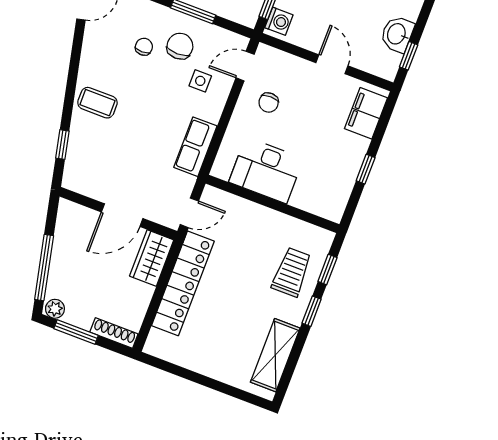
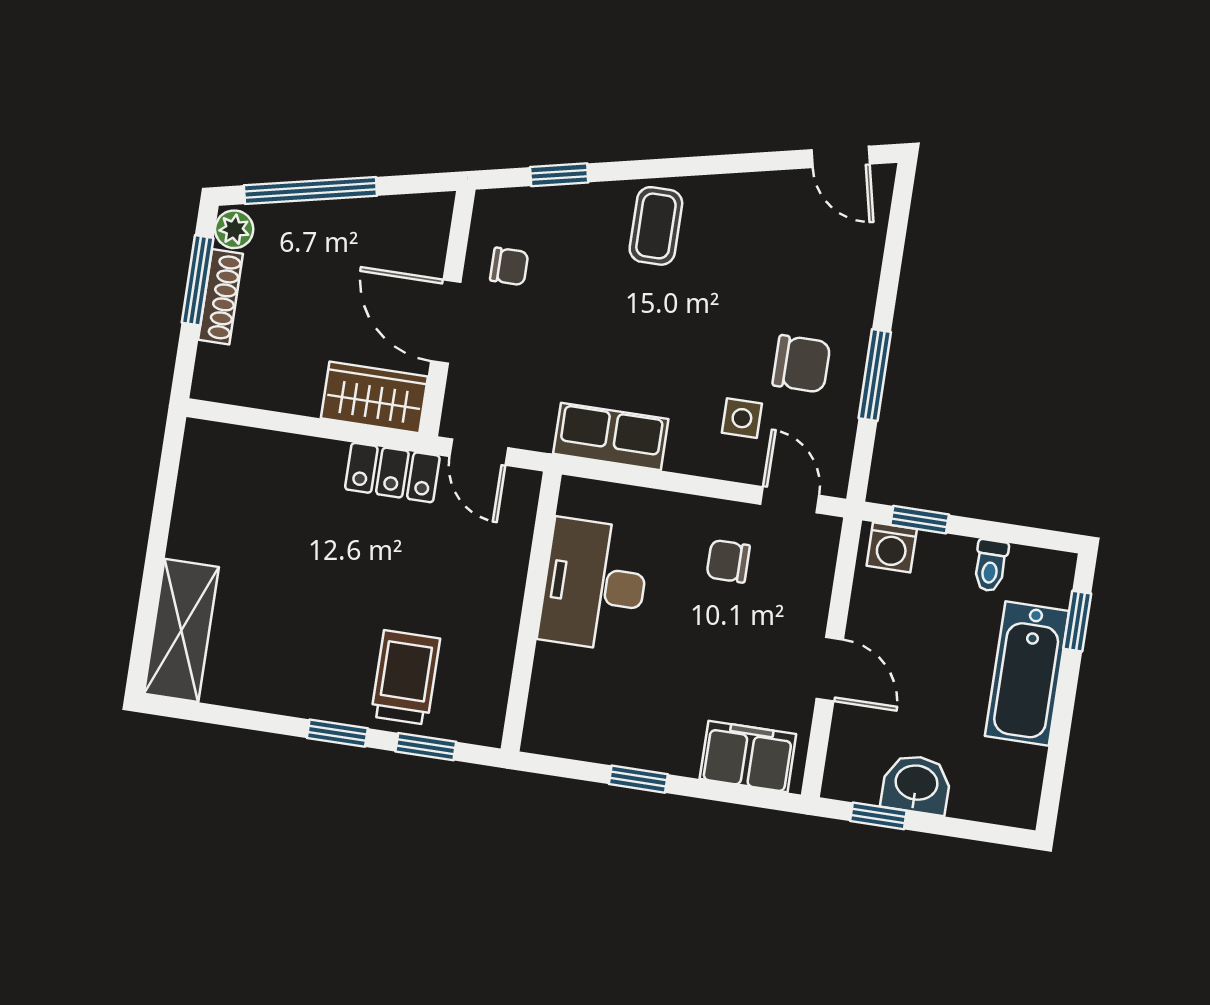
chair: (144, 47) -> (509, 266), moved
door: (332, 64) -> (830, 669), hinge flipped
trolley: (292, 272) -> (405, 677), turned -90
locker: (183, 283) -> (392, 473), width x0.46, depth x0.83
shoe rack: (114, 333) -> (221, 297), moved
shelving: (275, 355) -> (181, 630), moved, turned 90

